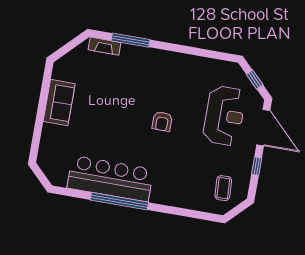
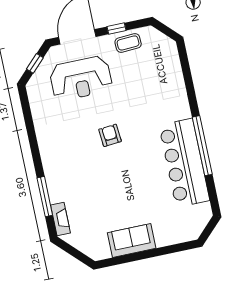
reception desk: (224, 116) -> (81, 78), turned 180
armchair: (162, 121) -> (110, 135), turned -95
coffee table: (223, 188) -> (128, 43), moved

